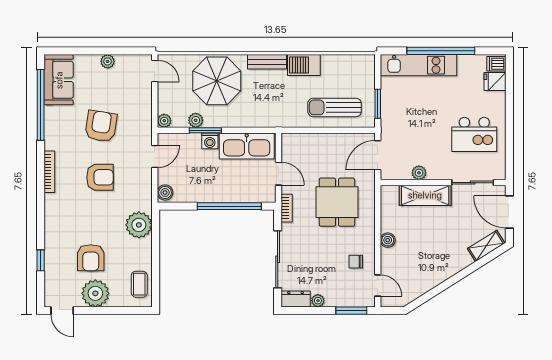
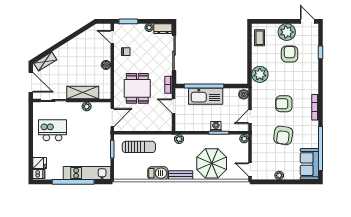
plant: (196, 120) -> (179, 139), moved
kitchen sink: (247, 146) -> (206, 96), moved, turned 180

